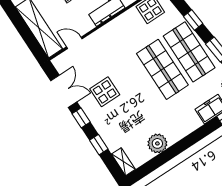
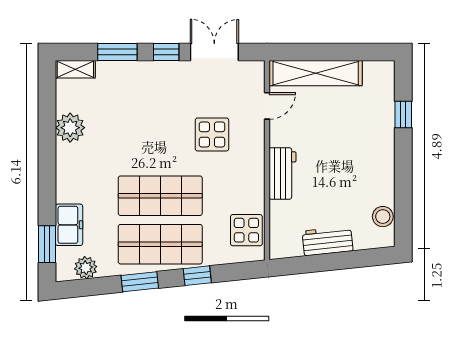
double door: (64, 91) -> (214, 52), swing flipped
display table: (105, 92) -> (212, 134), moved
window: (99, 145) -> (117, 52), width x1.50

